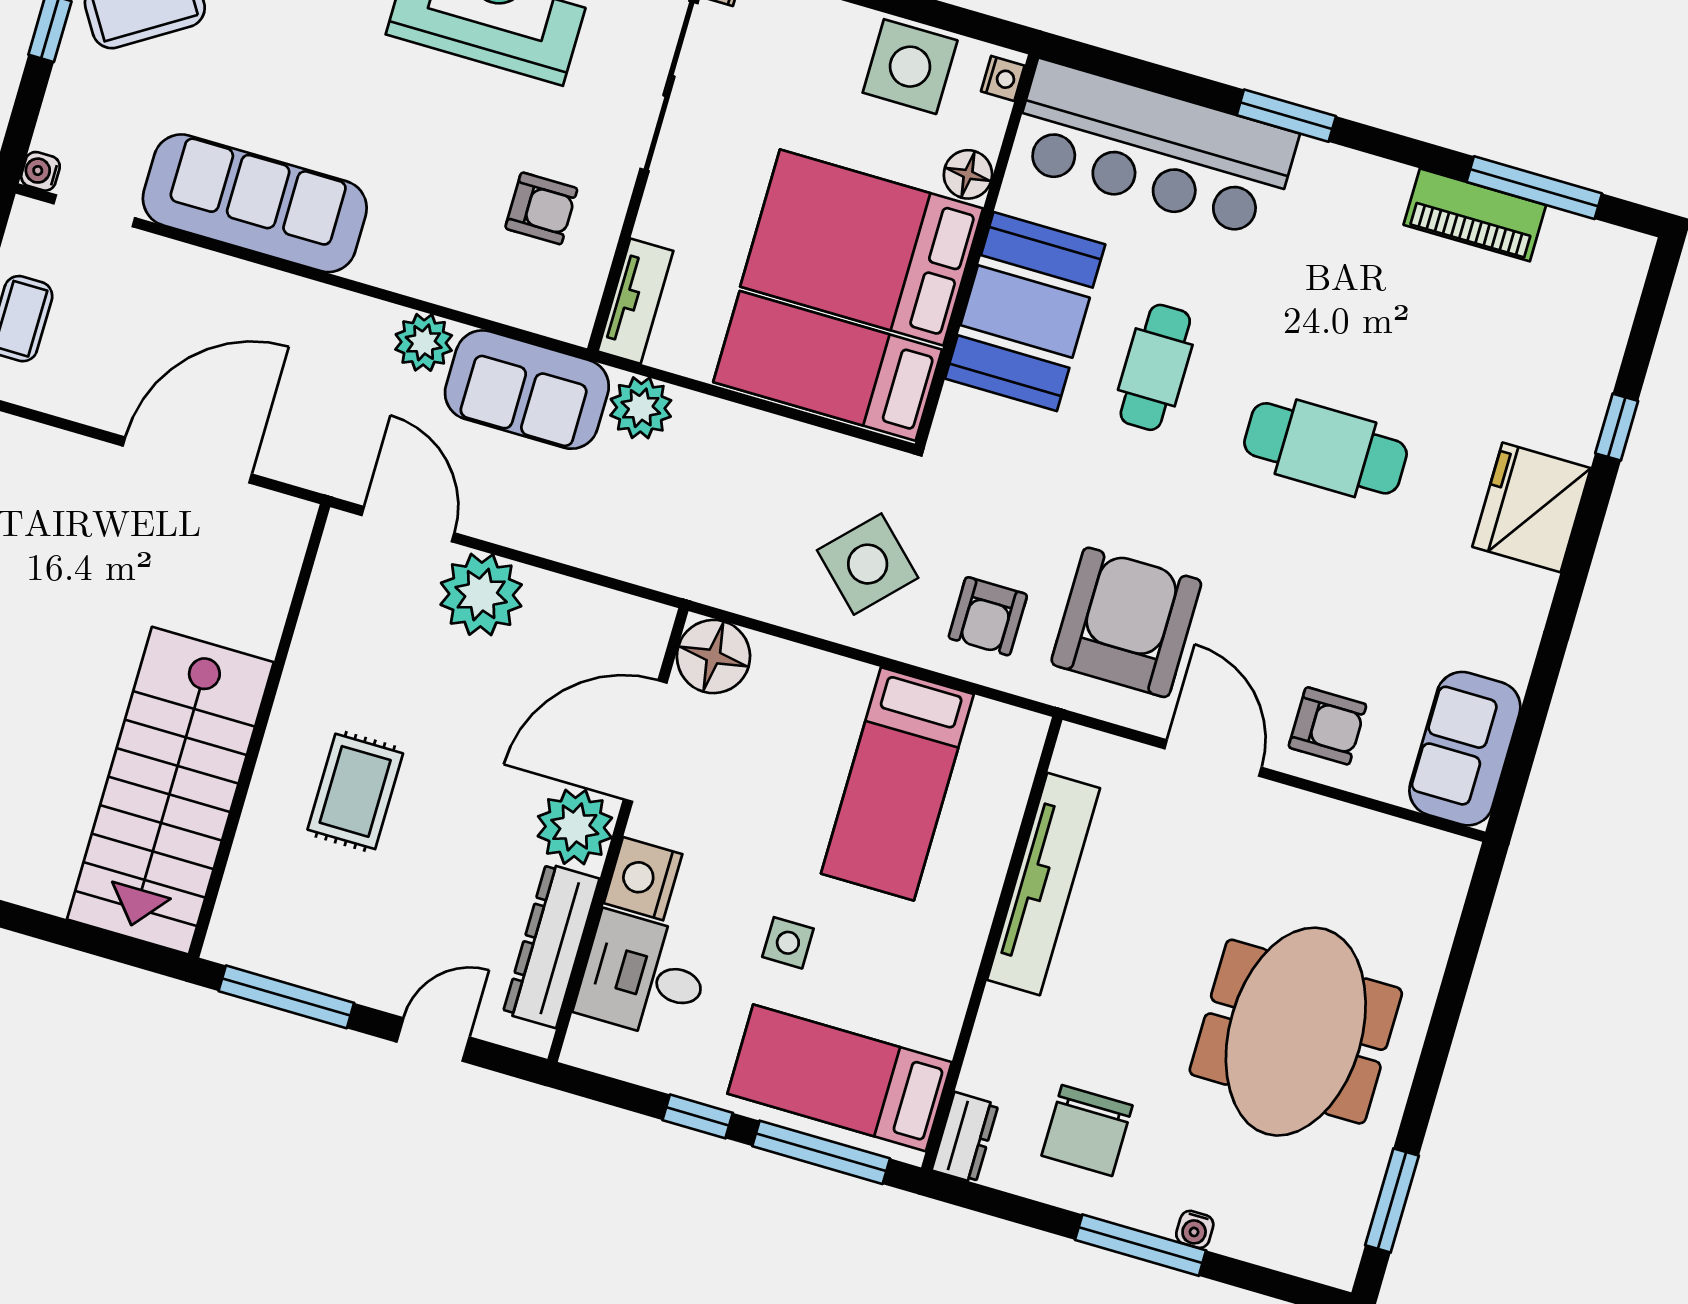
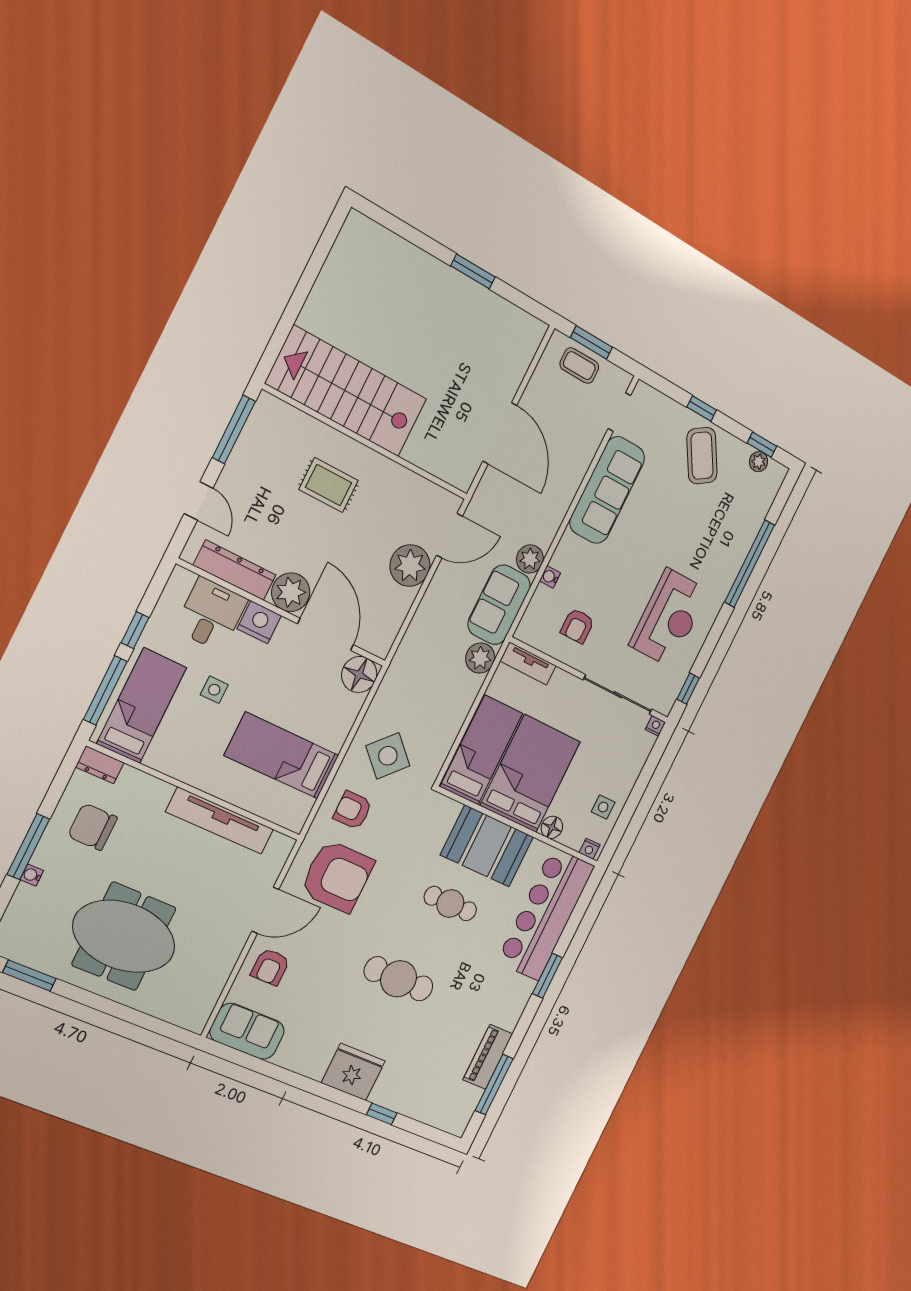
side table: (910, 67) -> (603, 807), width x0.54, depth x0.54
water cooler: (40, 171) -> (550, 577), moved, turned -90
cafe table: (1325, 448) -> (399, 979), turned 90

